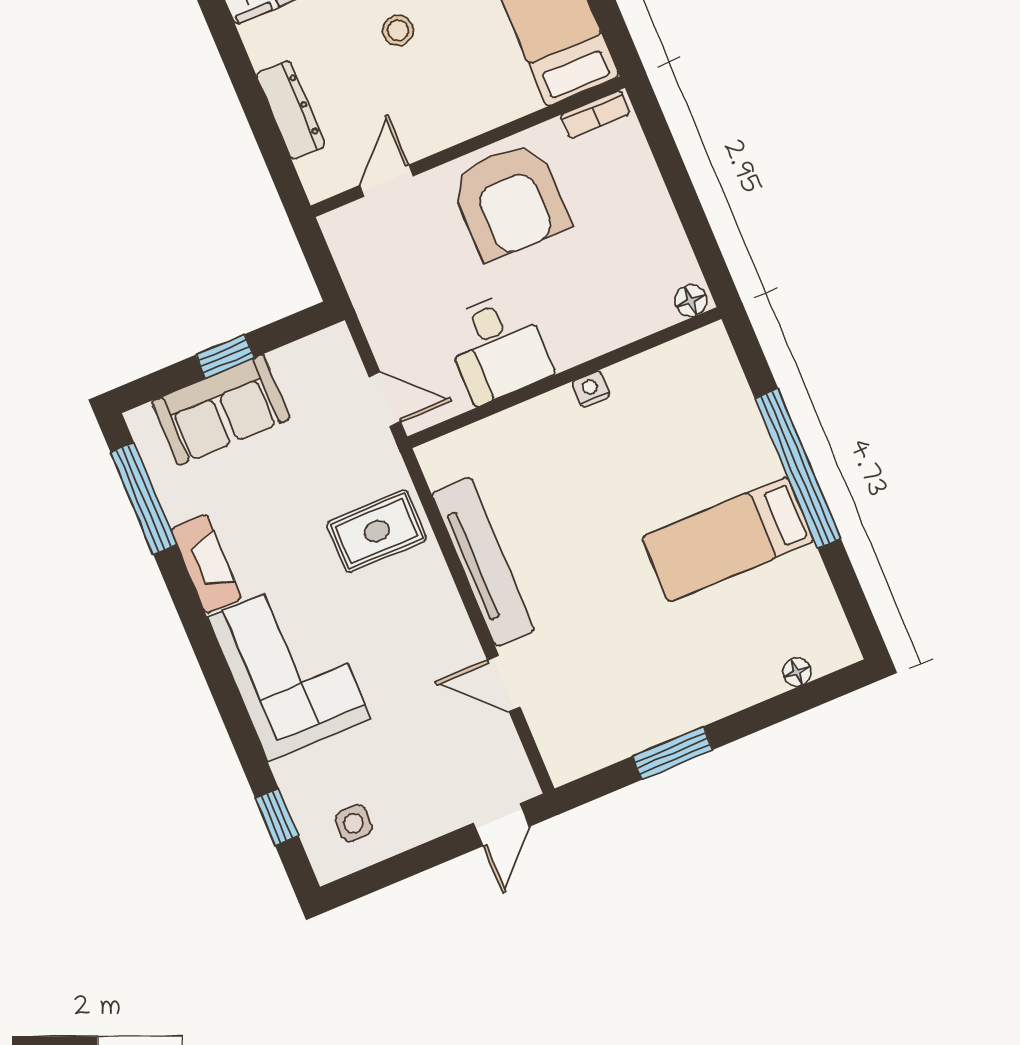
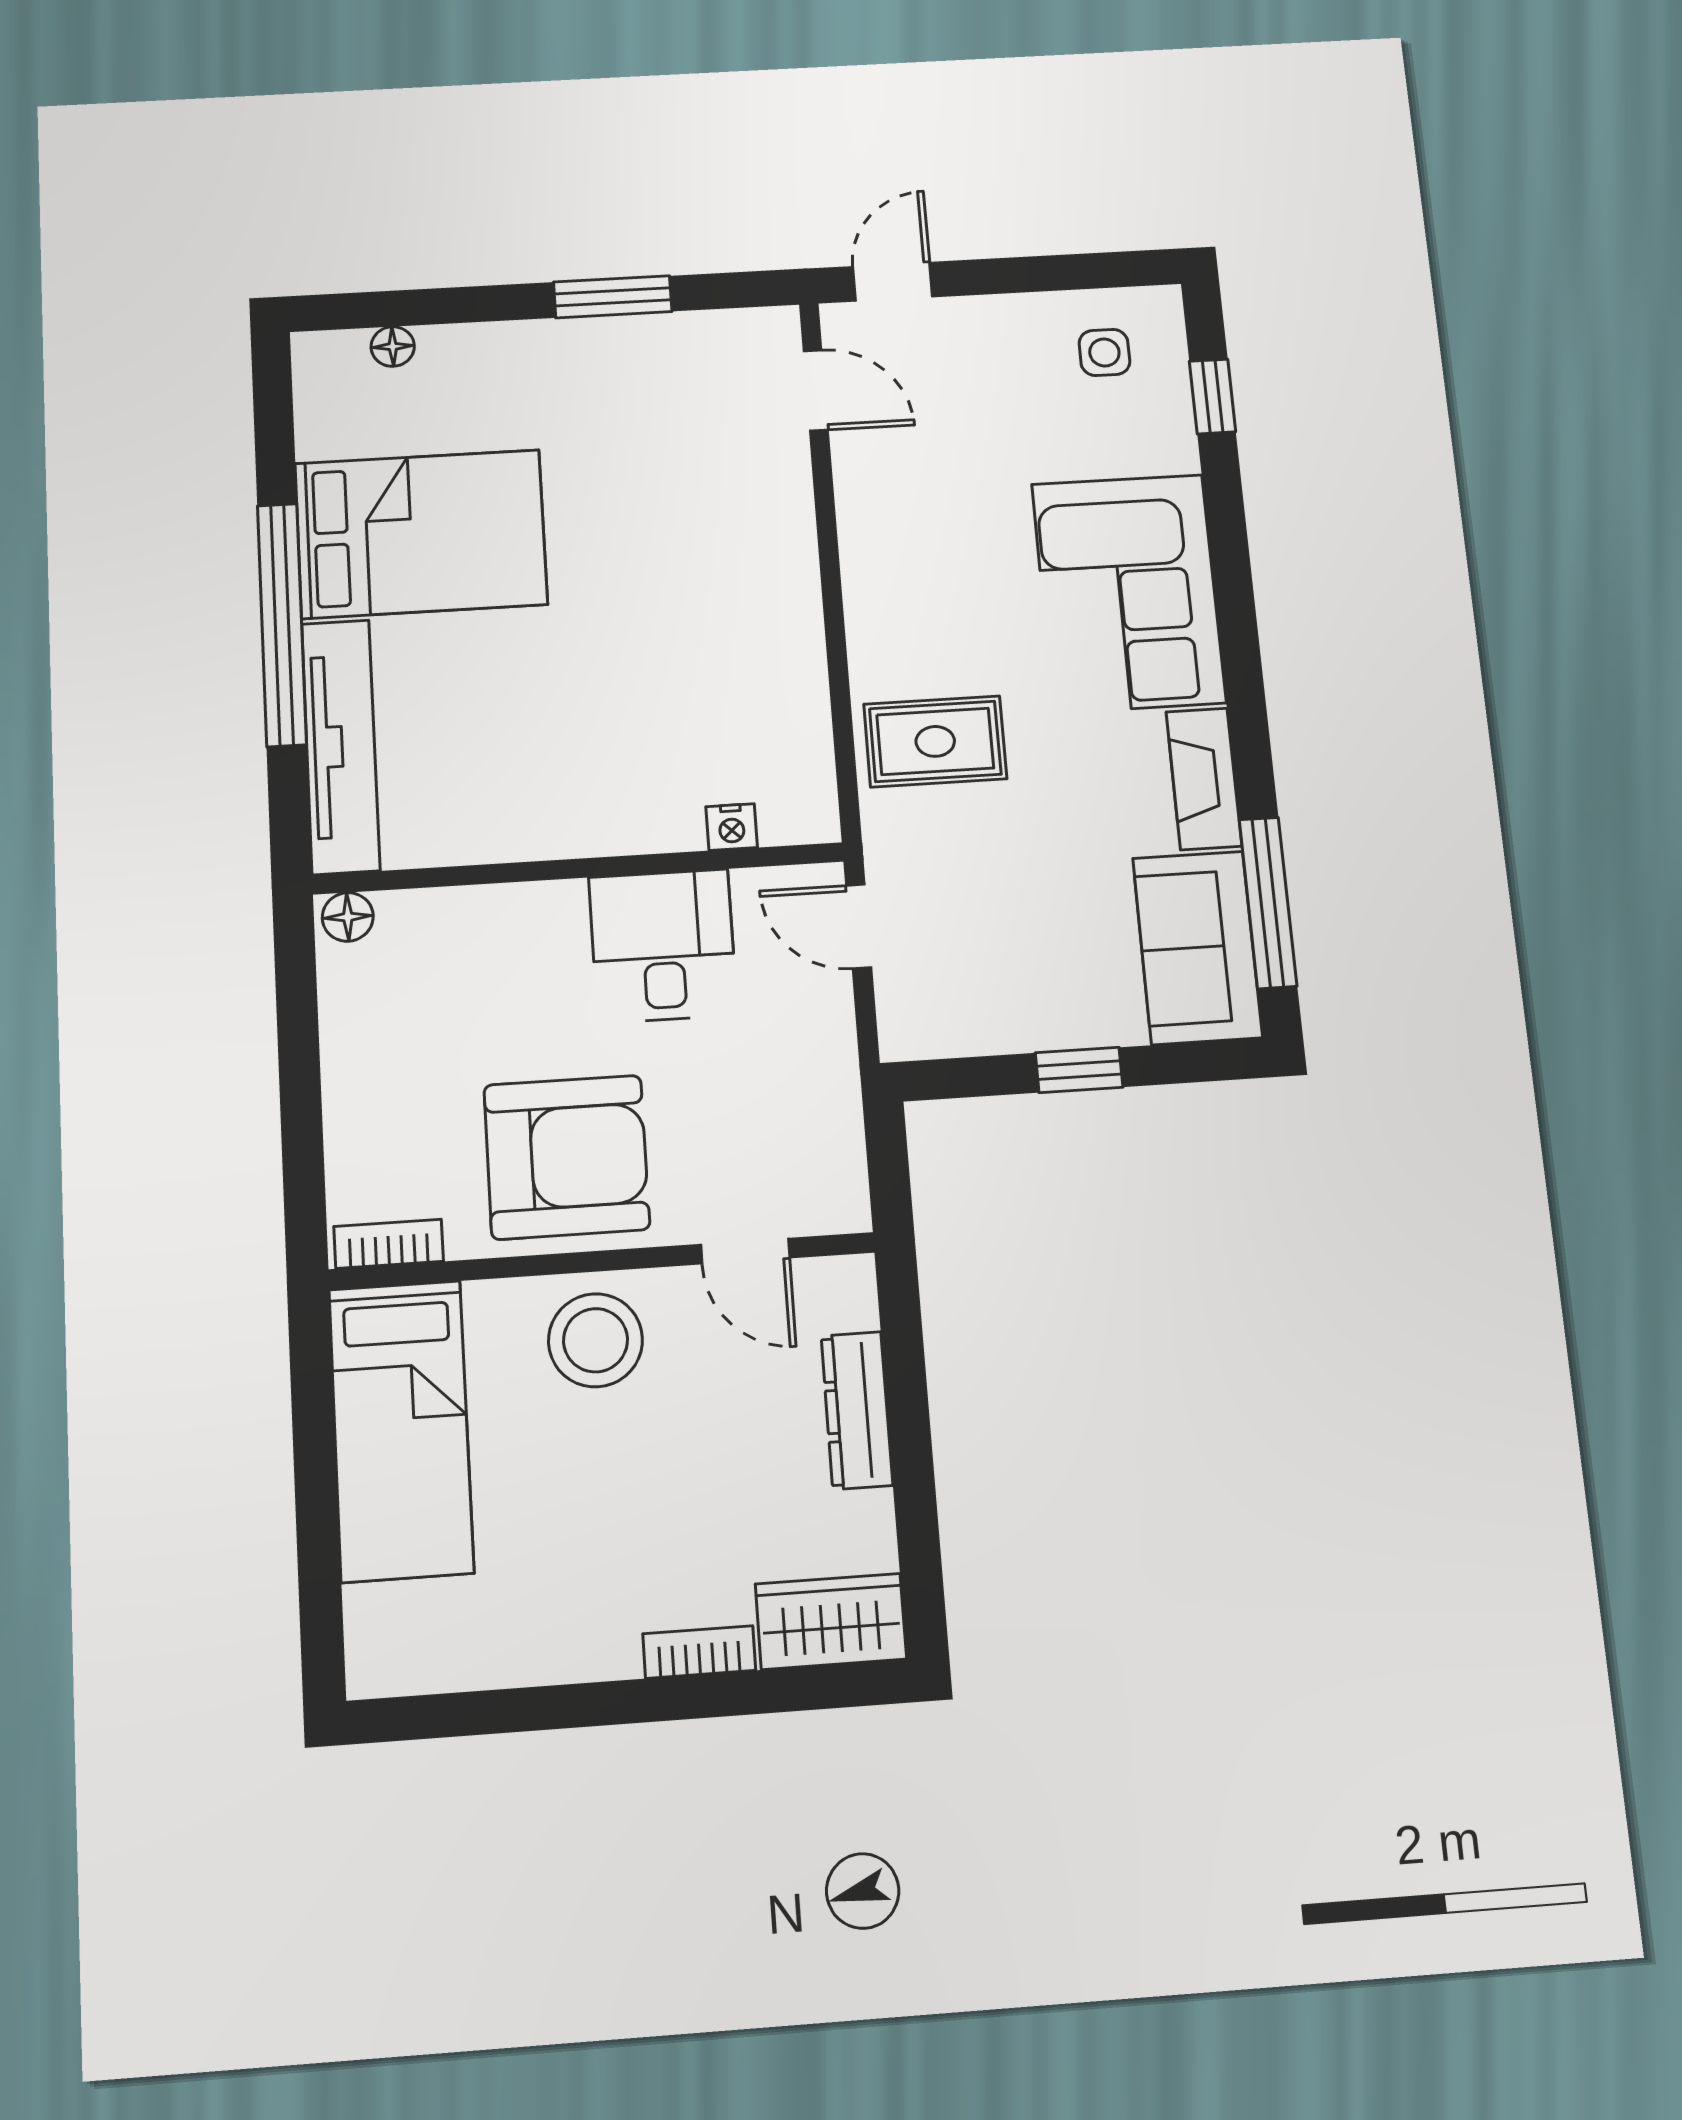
stool: (398, 30) -> (596, 1340), moved, width x1.89, depth x1.89
door: (387, 181) -> (745, 1251), hinge flipped
armchair: (510, 201) -> (567, 1157), turned 90
nightstand: (591, 389) -> (732, 827), moved
sofa: (221, 410) -> (1197, 948), moved, turned -90
bed: (728, 539) -> (421, 534), width x1.50
tv unit: (483, 562) -> (341, 746), moved, turned 180
door: (504, 684) -> (816, 390), moved

